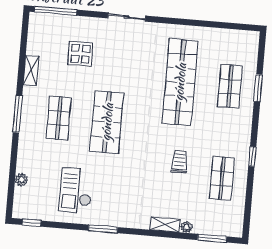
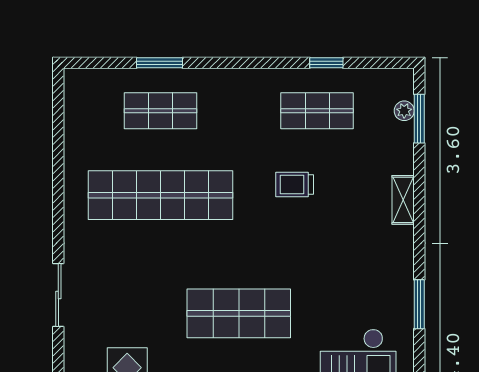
window: (252, 157) -> (326, 63), moved
plant: (187, 227) -> (404, 111), moved

